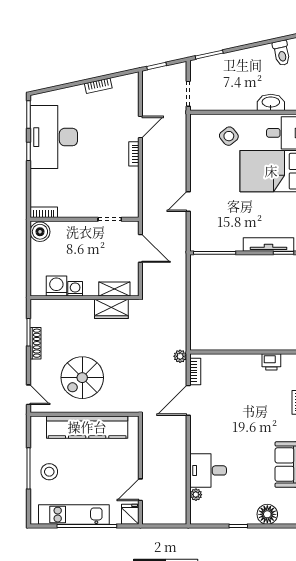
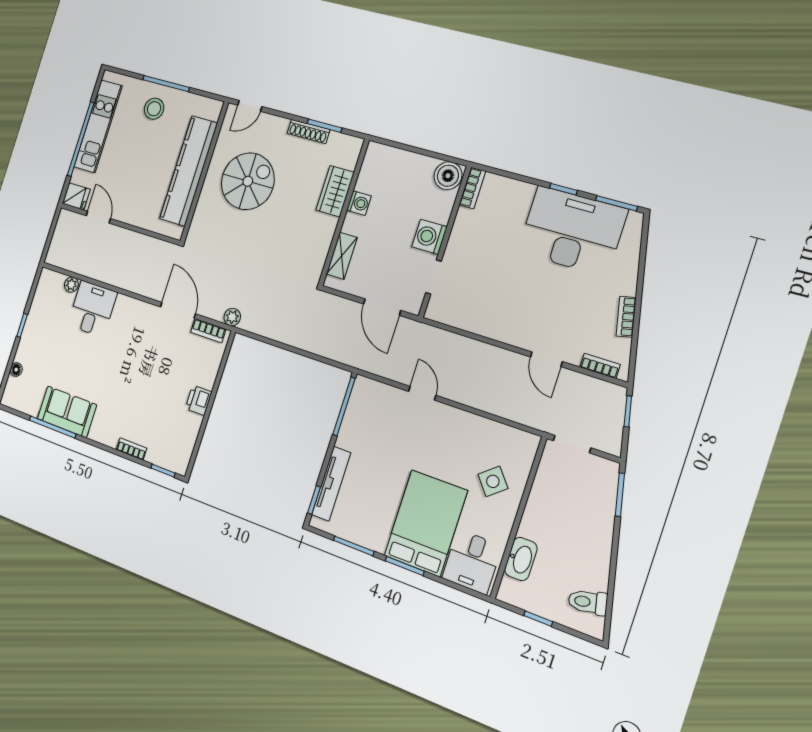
bookcase: (134, 154) -> (600, 366), moved
door: (140, 248) -> (382, 307), hinge flipped
washing machine: (56, 286) -> (429, 237), moved, turned 180
wardrobe: (111, 309) -> (335, 191), moved
printer: (271, 362) -> (199, 400), moved
spiral stairs: (82, 378) -> (248, 181), turned 90
floor lamp: (267, 514) -> (16, 370), width x0.53, depth x0.53

